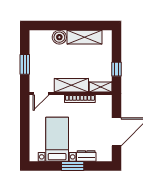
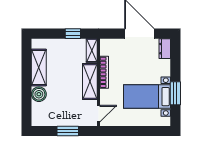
door: (41, 93) -> (99, 114), hinge flipped
dresser: (86, 156) -> (165, 49), moved
window: (73, 166) -> (175, 93), moved

